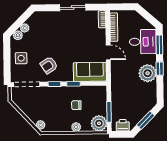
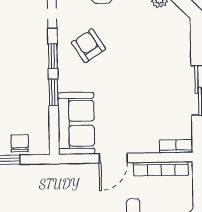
chair: (76, 105) -> (20, 143), moved

